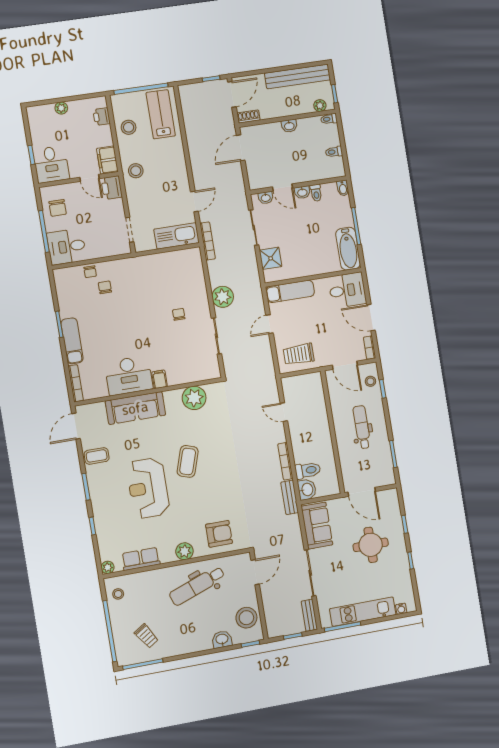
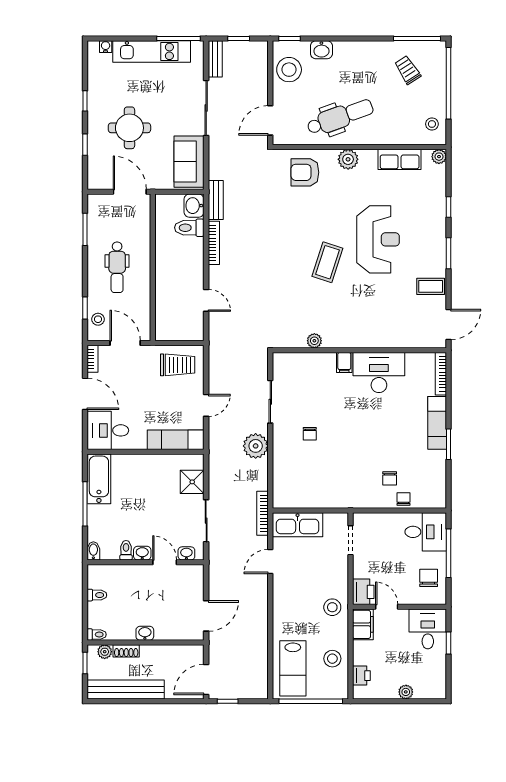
shoe rack: (249, 117) -> (126, 651), moved
plant: (194, 398) -> (314, 341), width x0.53, depth x0.53
sofa: (135, 408) -> (377, 334), removed

